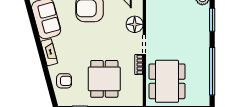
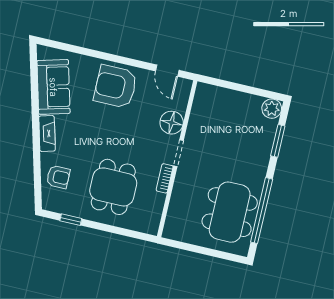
dining table: (167, 81) -> (230, 212), moved

